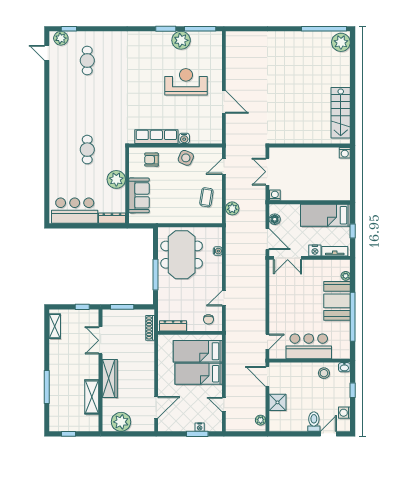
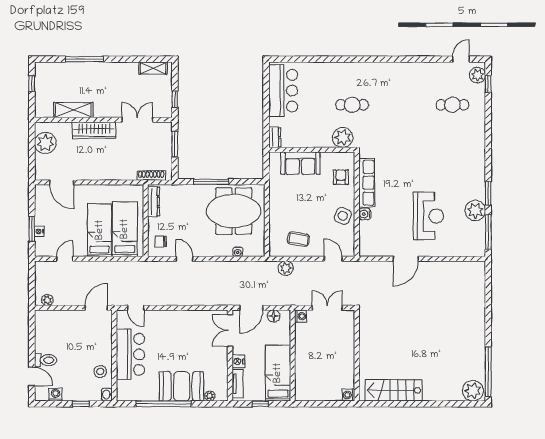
plant: (116, 179) -> (343, 138), moved
dresser: (112, 218) -> (275, 137), width x0.70
shower: (277, 402) -> (67, 319), removed

